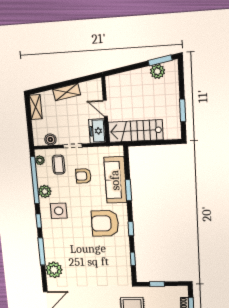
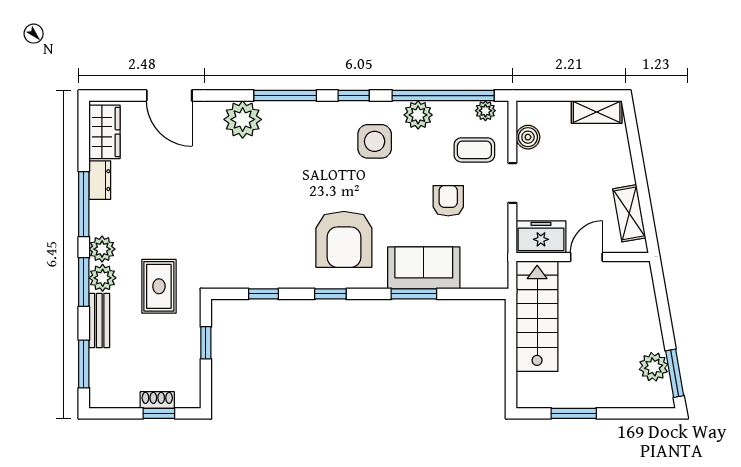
shelving: (67, 92) -> (629, 213), moved
sofa: (115, 180) -> (424, 268), width x0.73
armchair: (105, 223) -> (344, 239), turned 180

